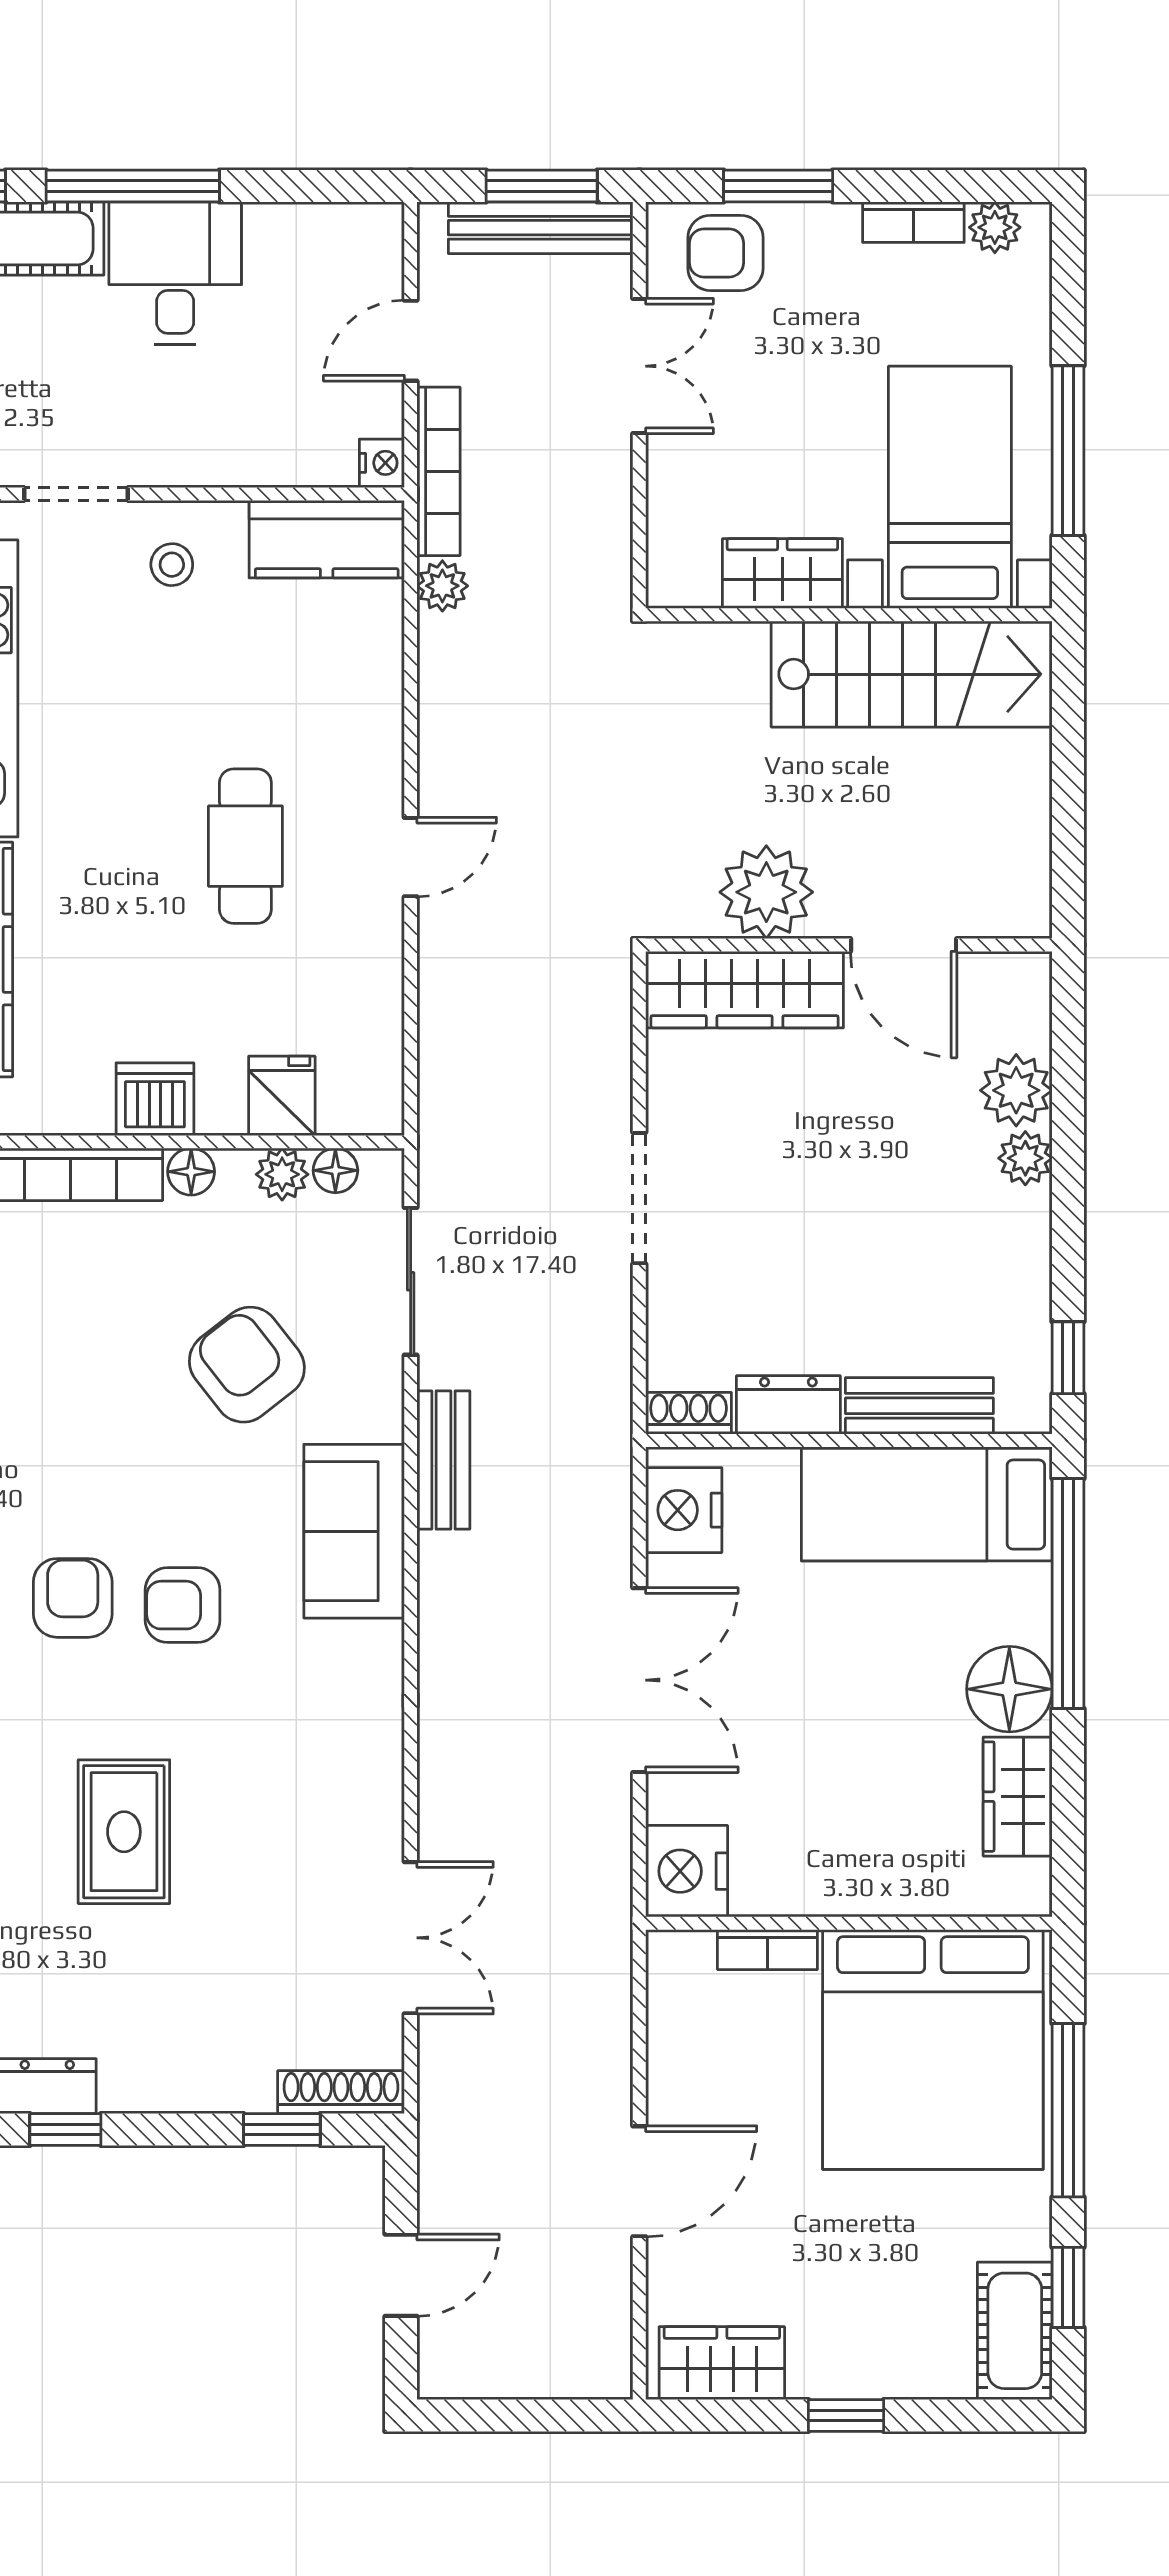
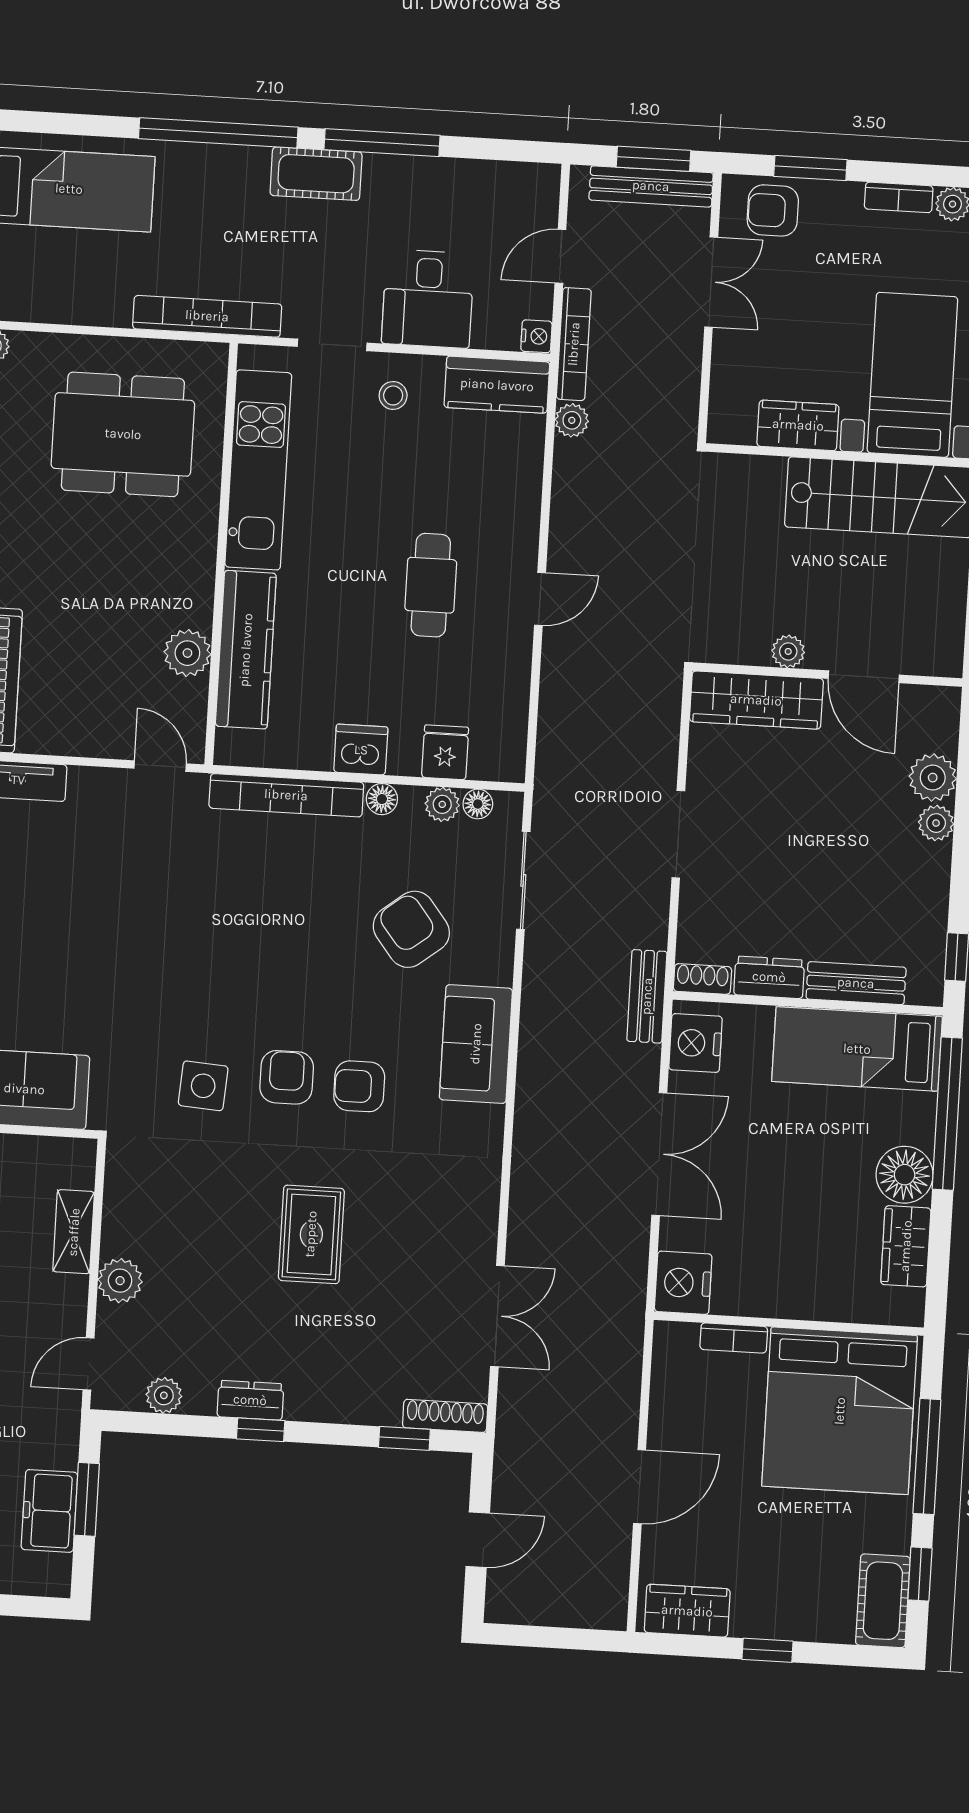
desk: (175, 273) -> (428, 299), moved, turned 180
plant: (766, 892) -> (788, 651), width x0.53, depth x0.53
bench: (443, 1460) -> (647, 996), moved

